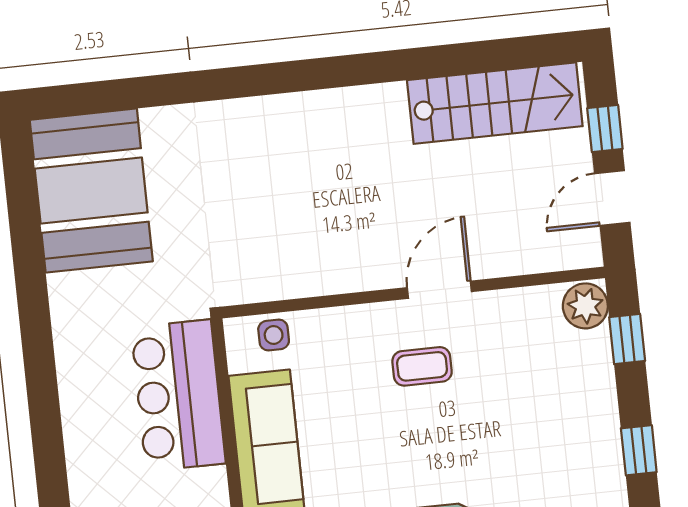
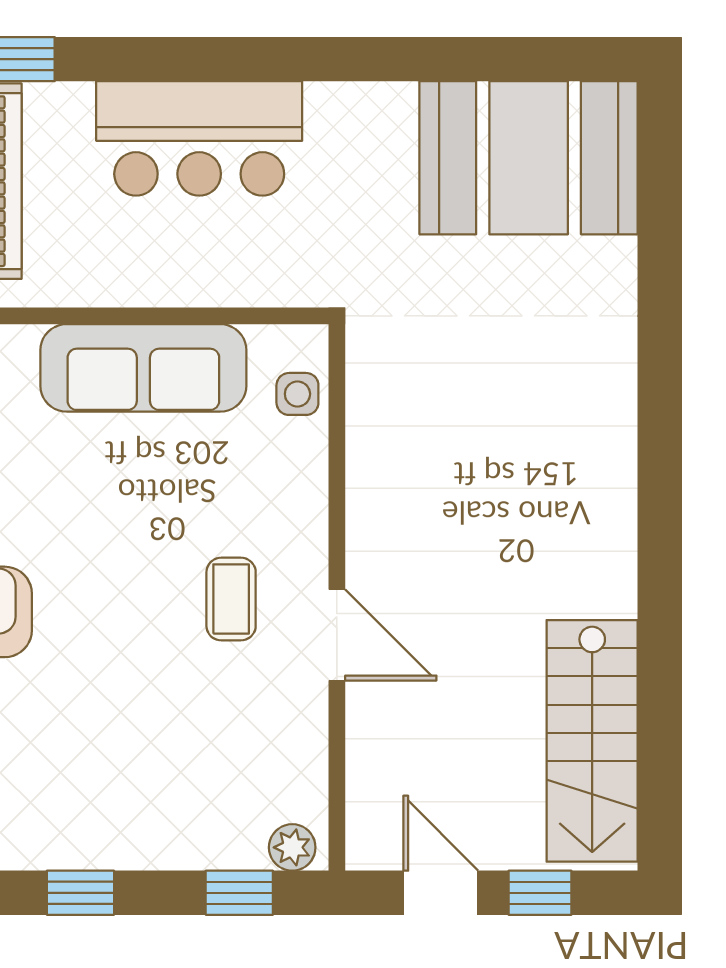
plant: (585, 306) -> (292, 847), width x0.73, depth x0.73
bar counter: (178, 395) -> (199, 138), moved, turned 180

